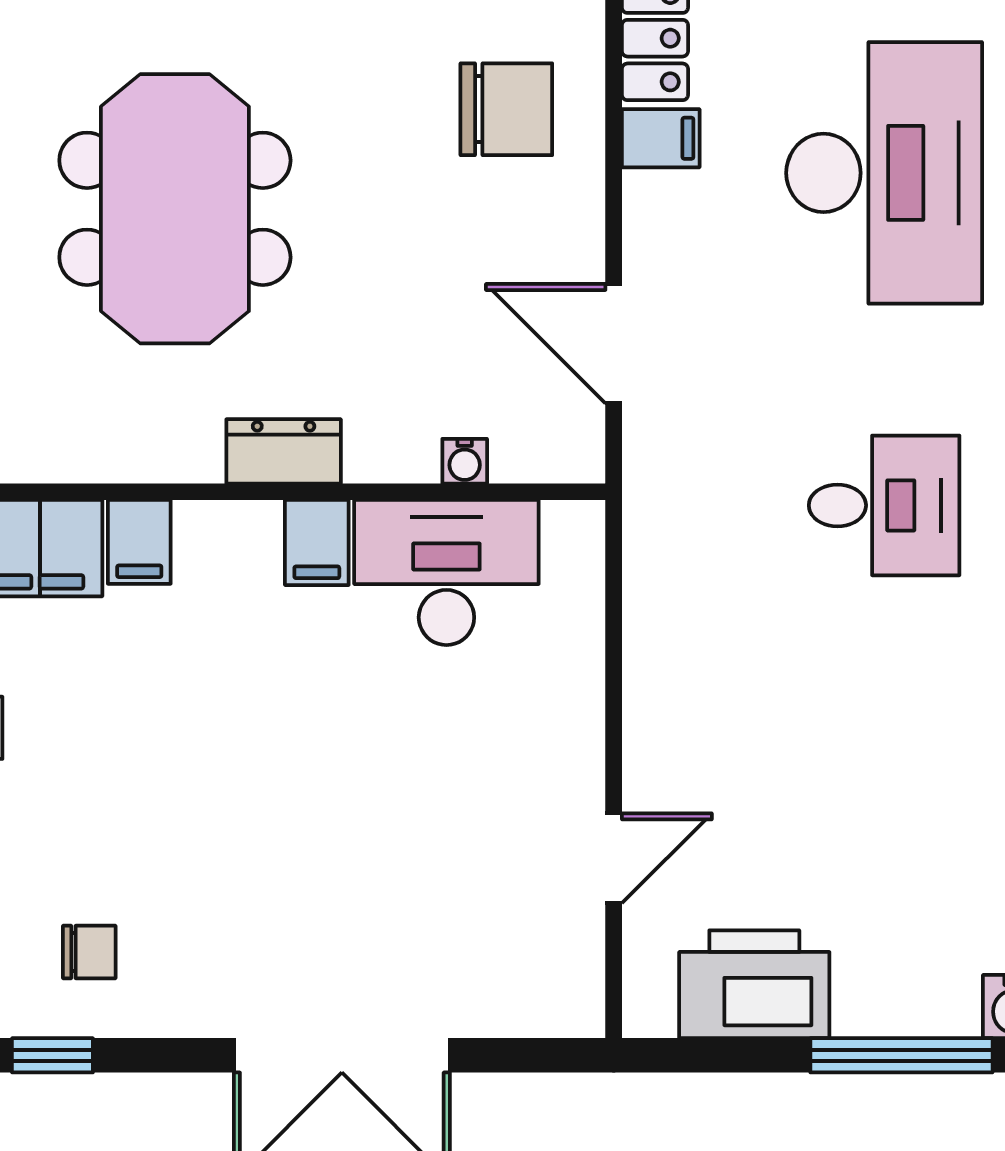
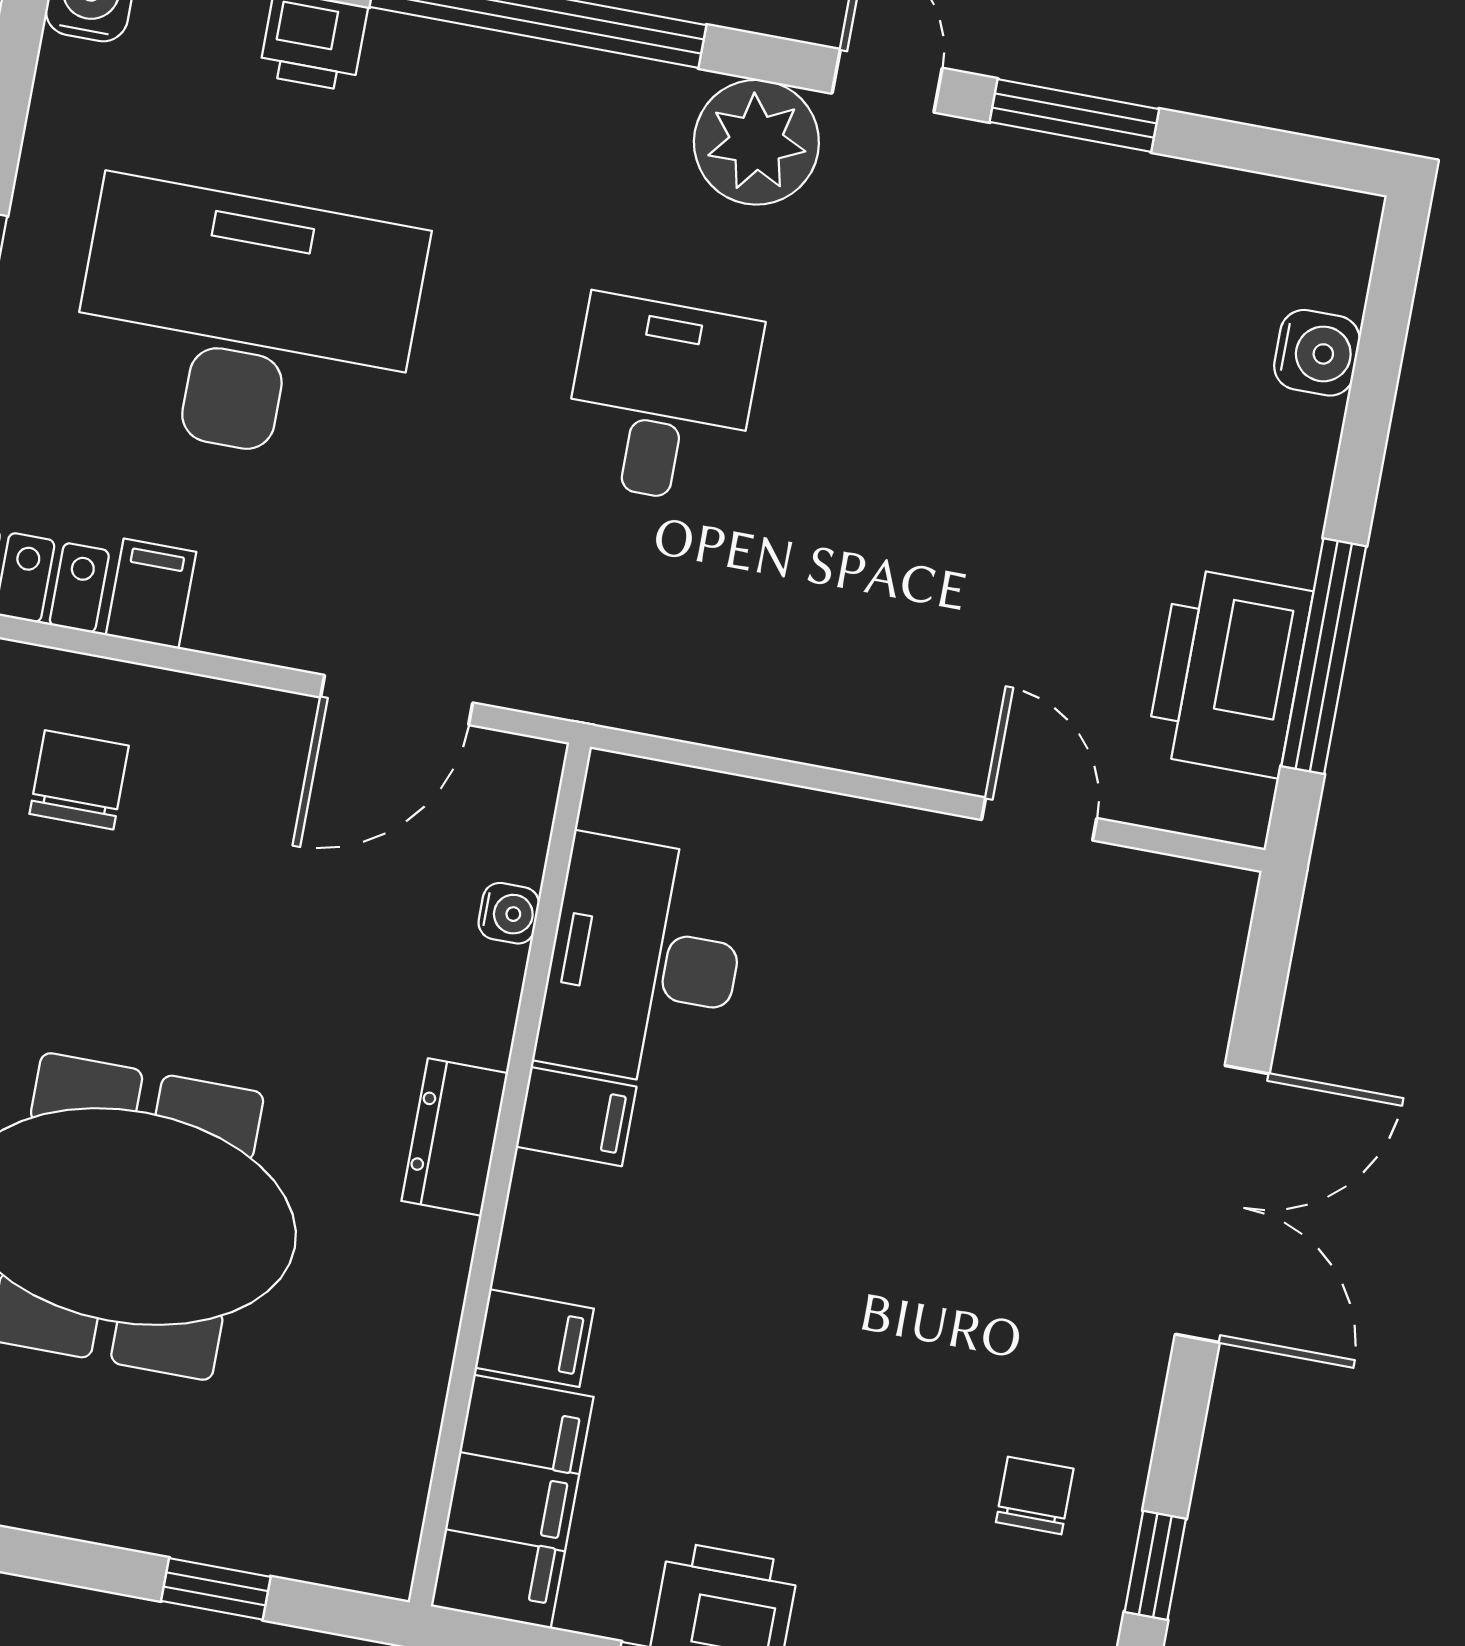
chair: (506, 109) -> (79, 780), width x0.73, depth x0.73
window: (901, 1055) -> (1324, 656), moved

